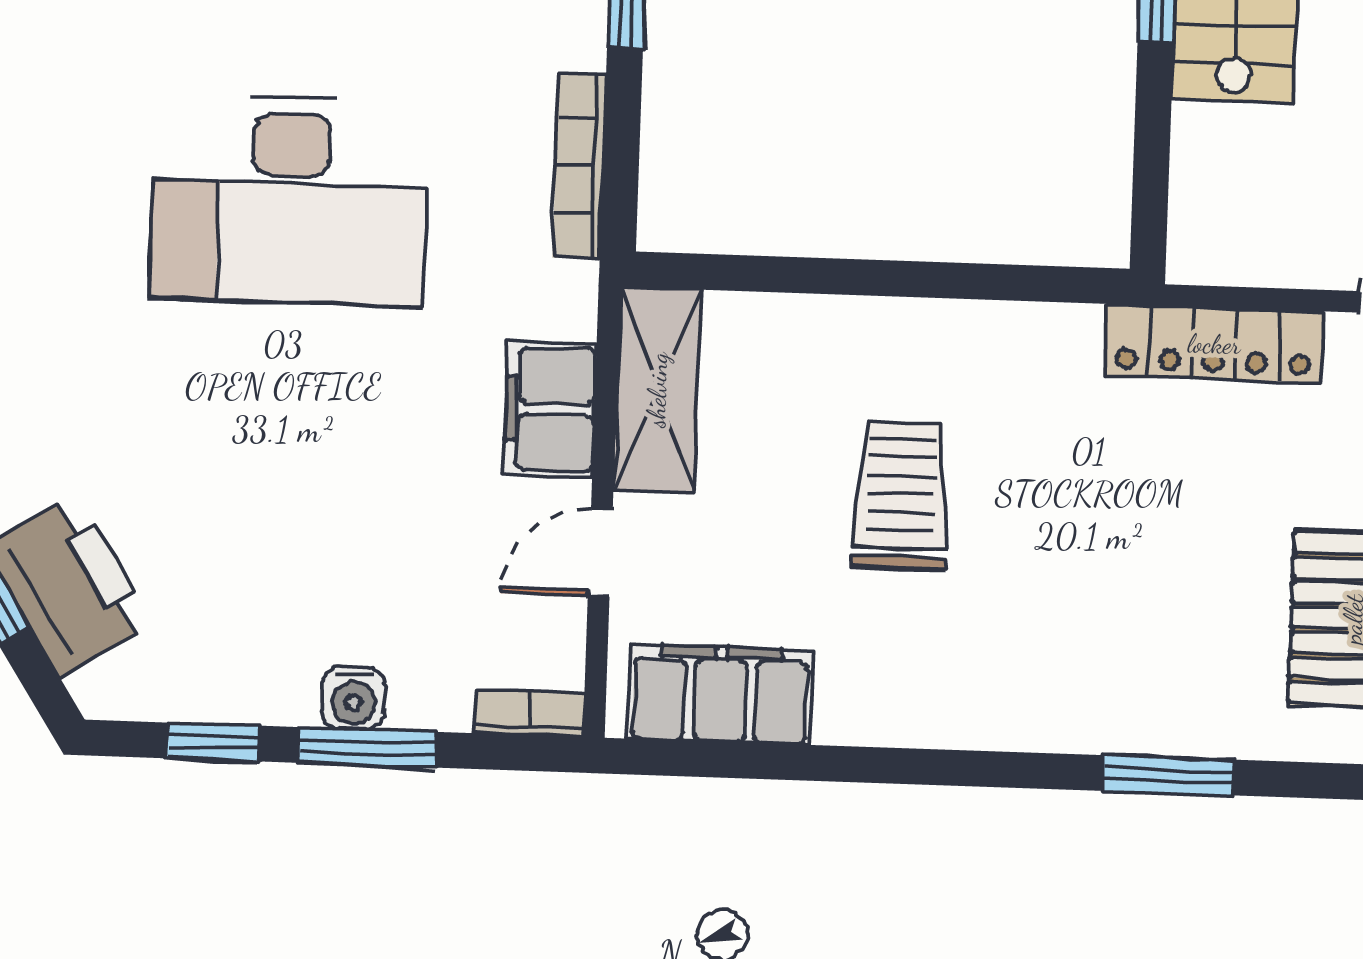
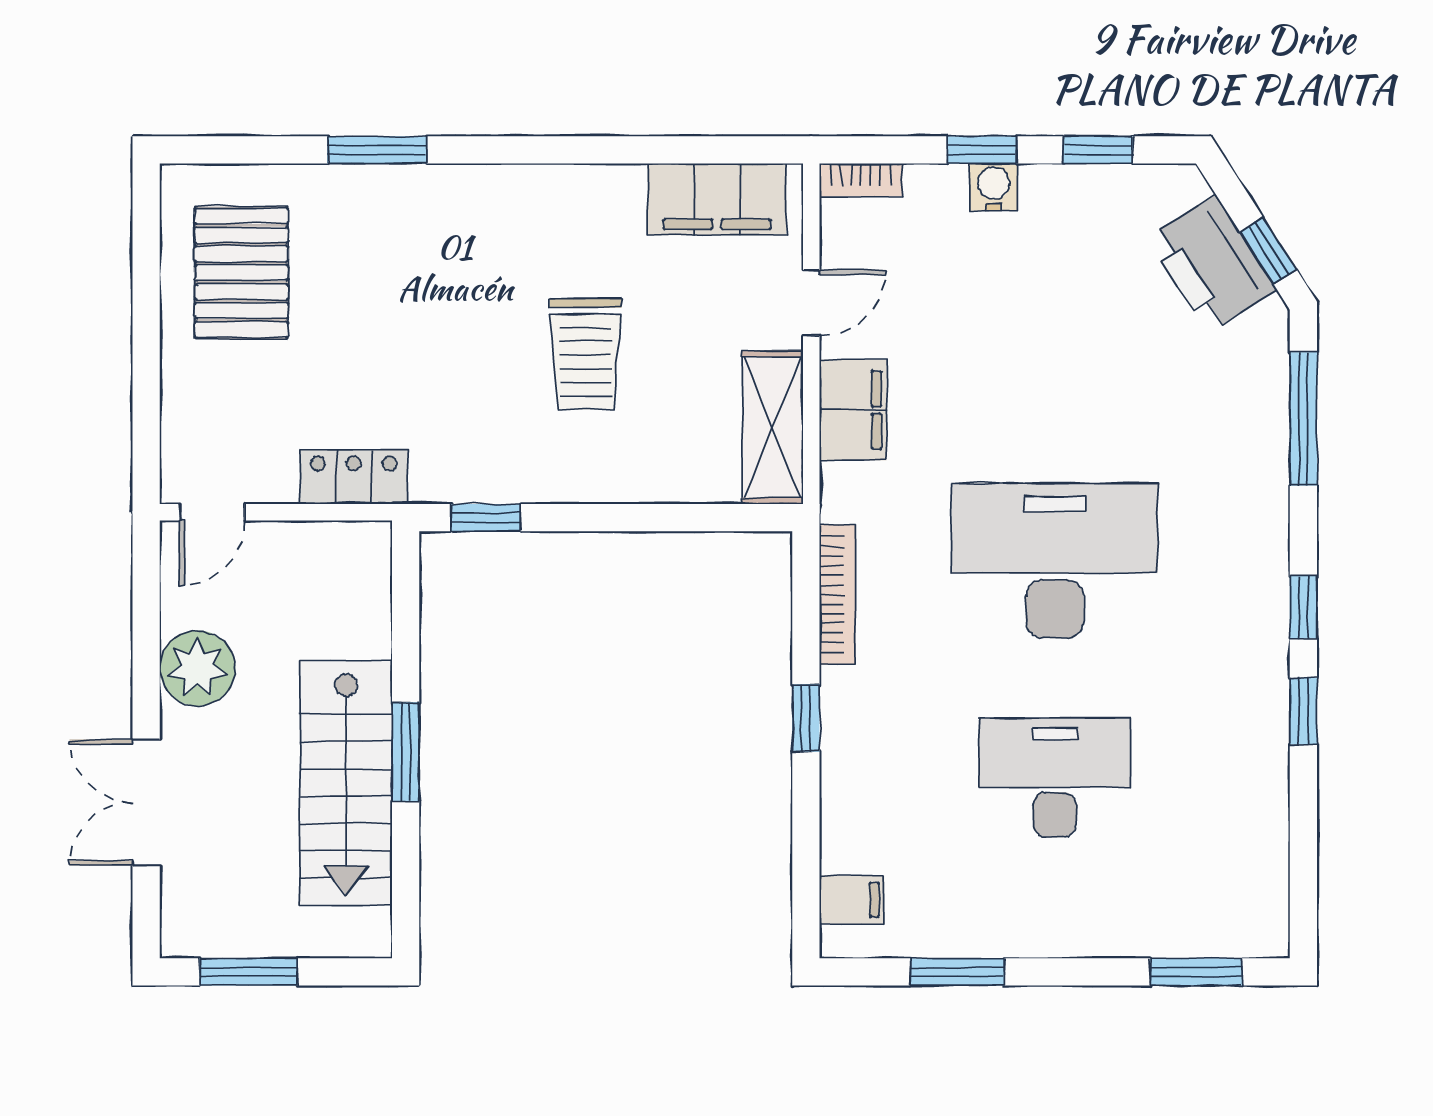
window: (1041, 284) -> (486, 518), added
locker: (1214, 344) -> (354, 477), width x0.66
window: (367, 747) -> (982, 150), width x0.67

